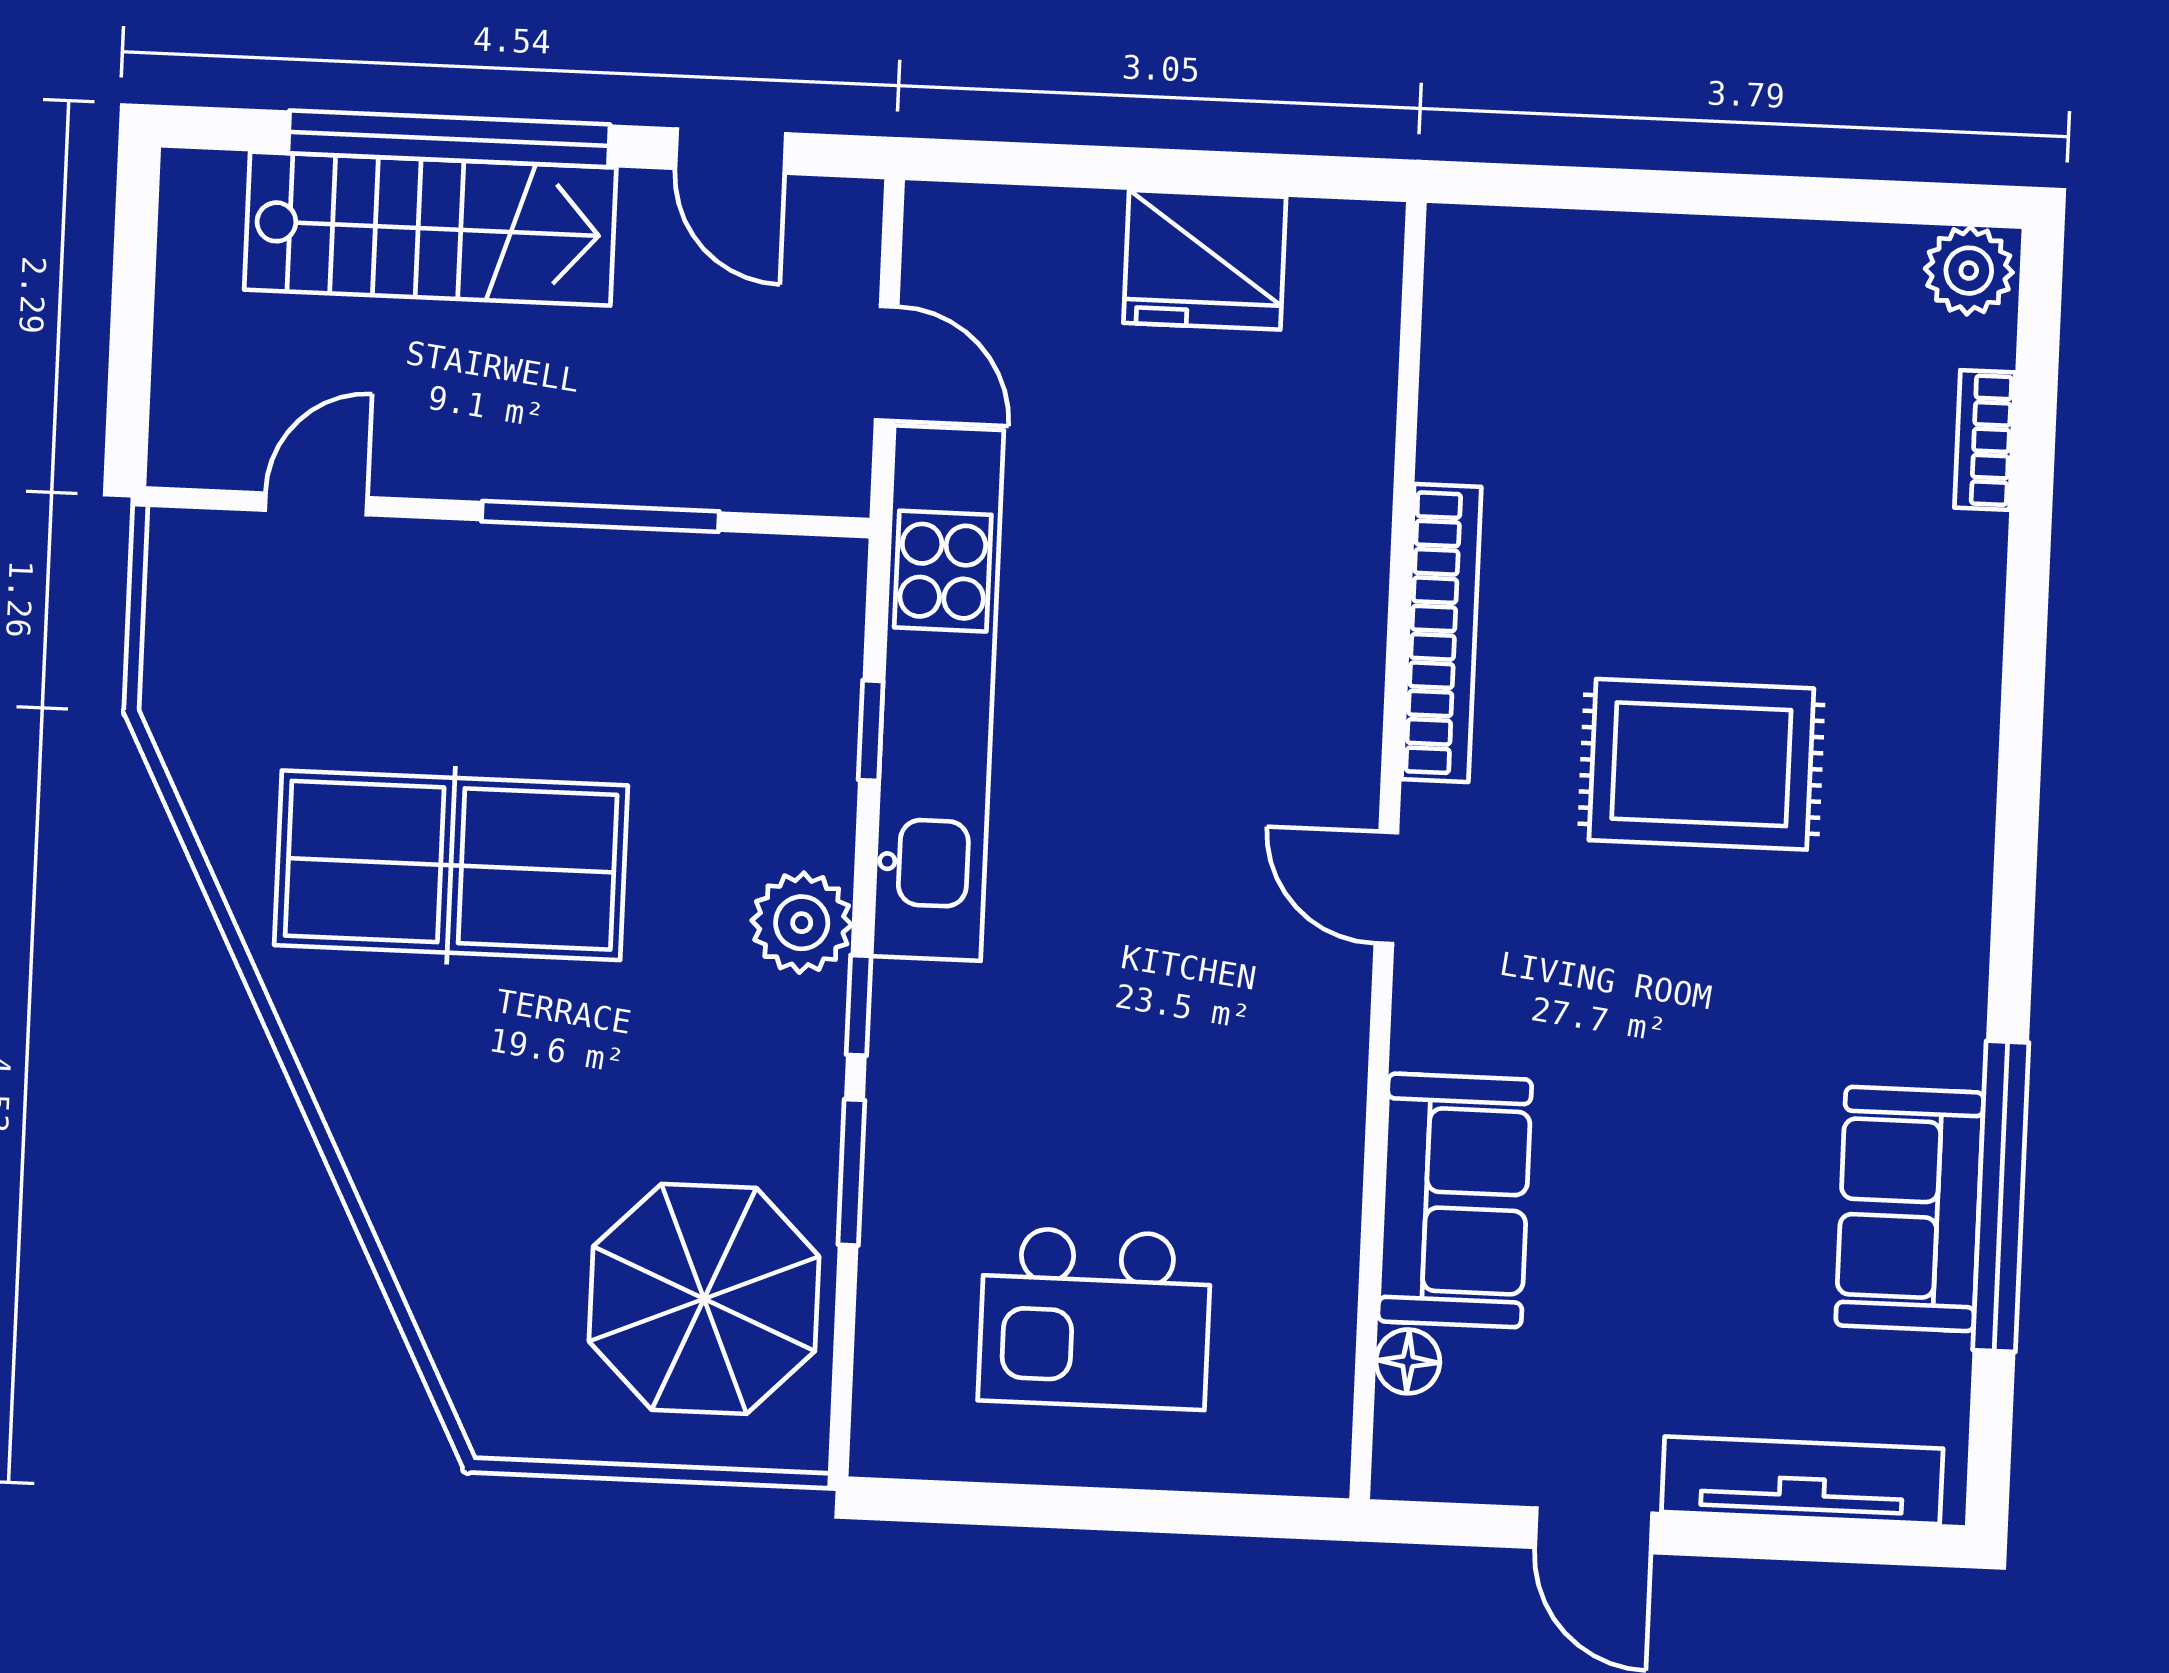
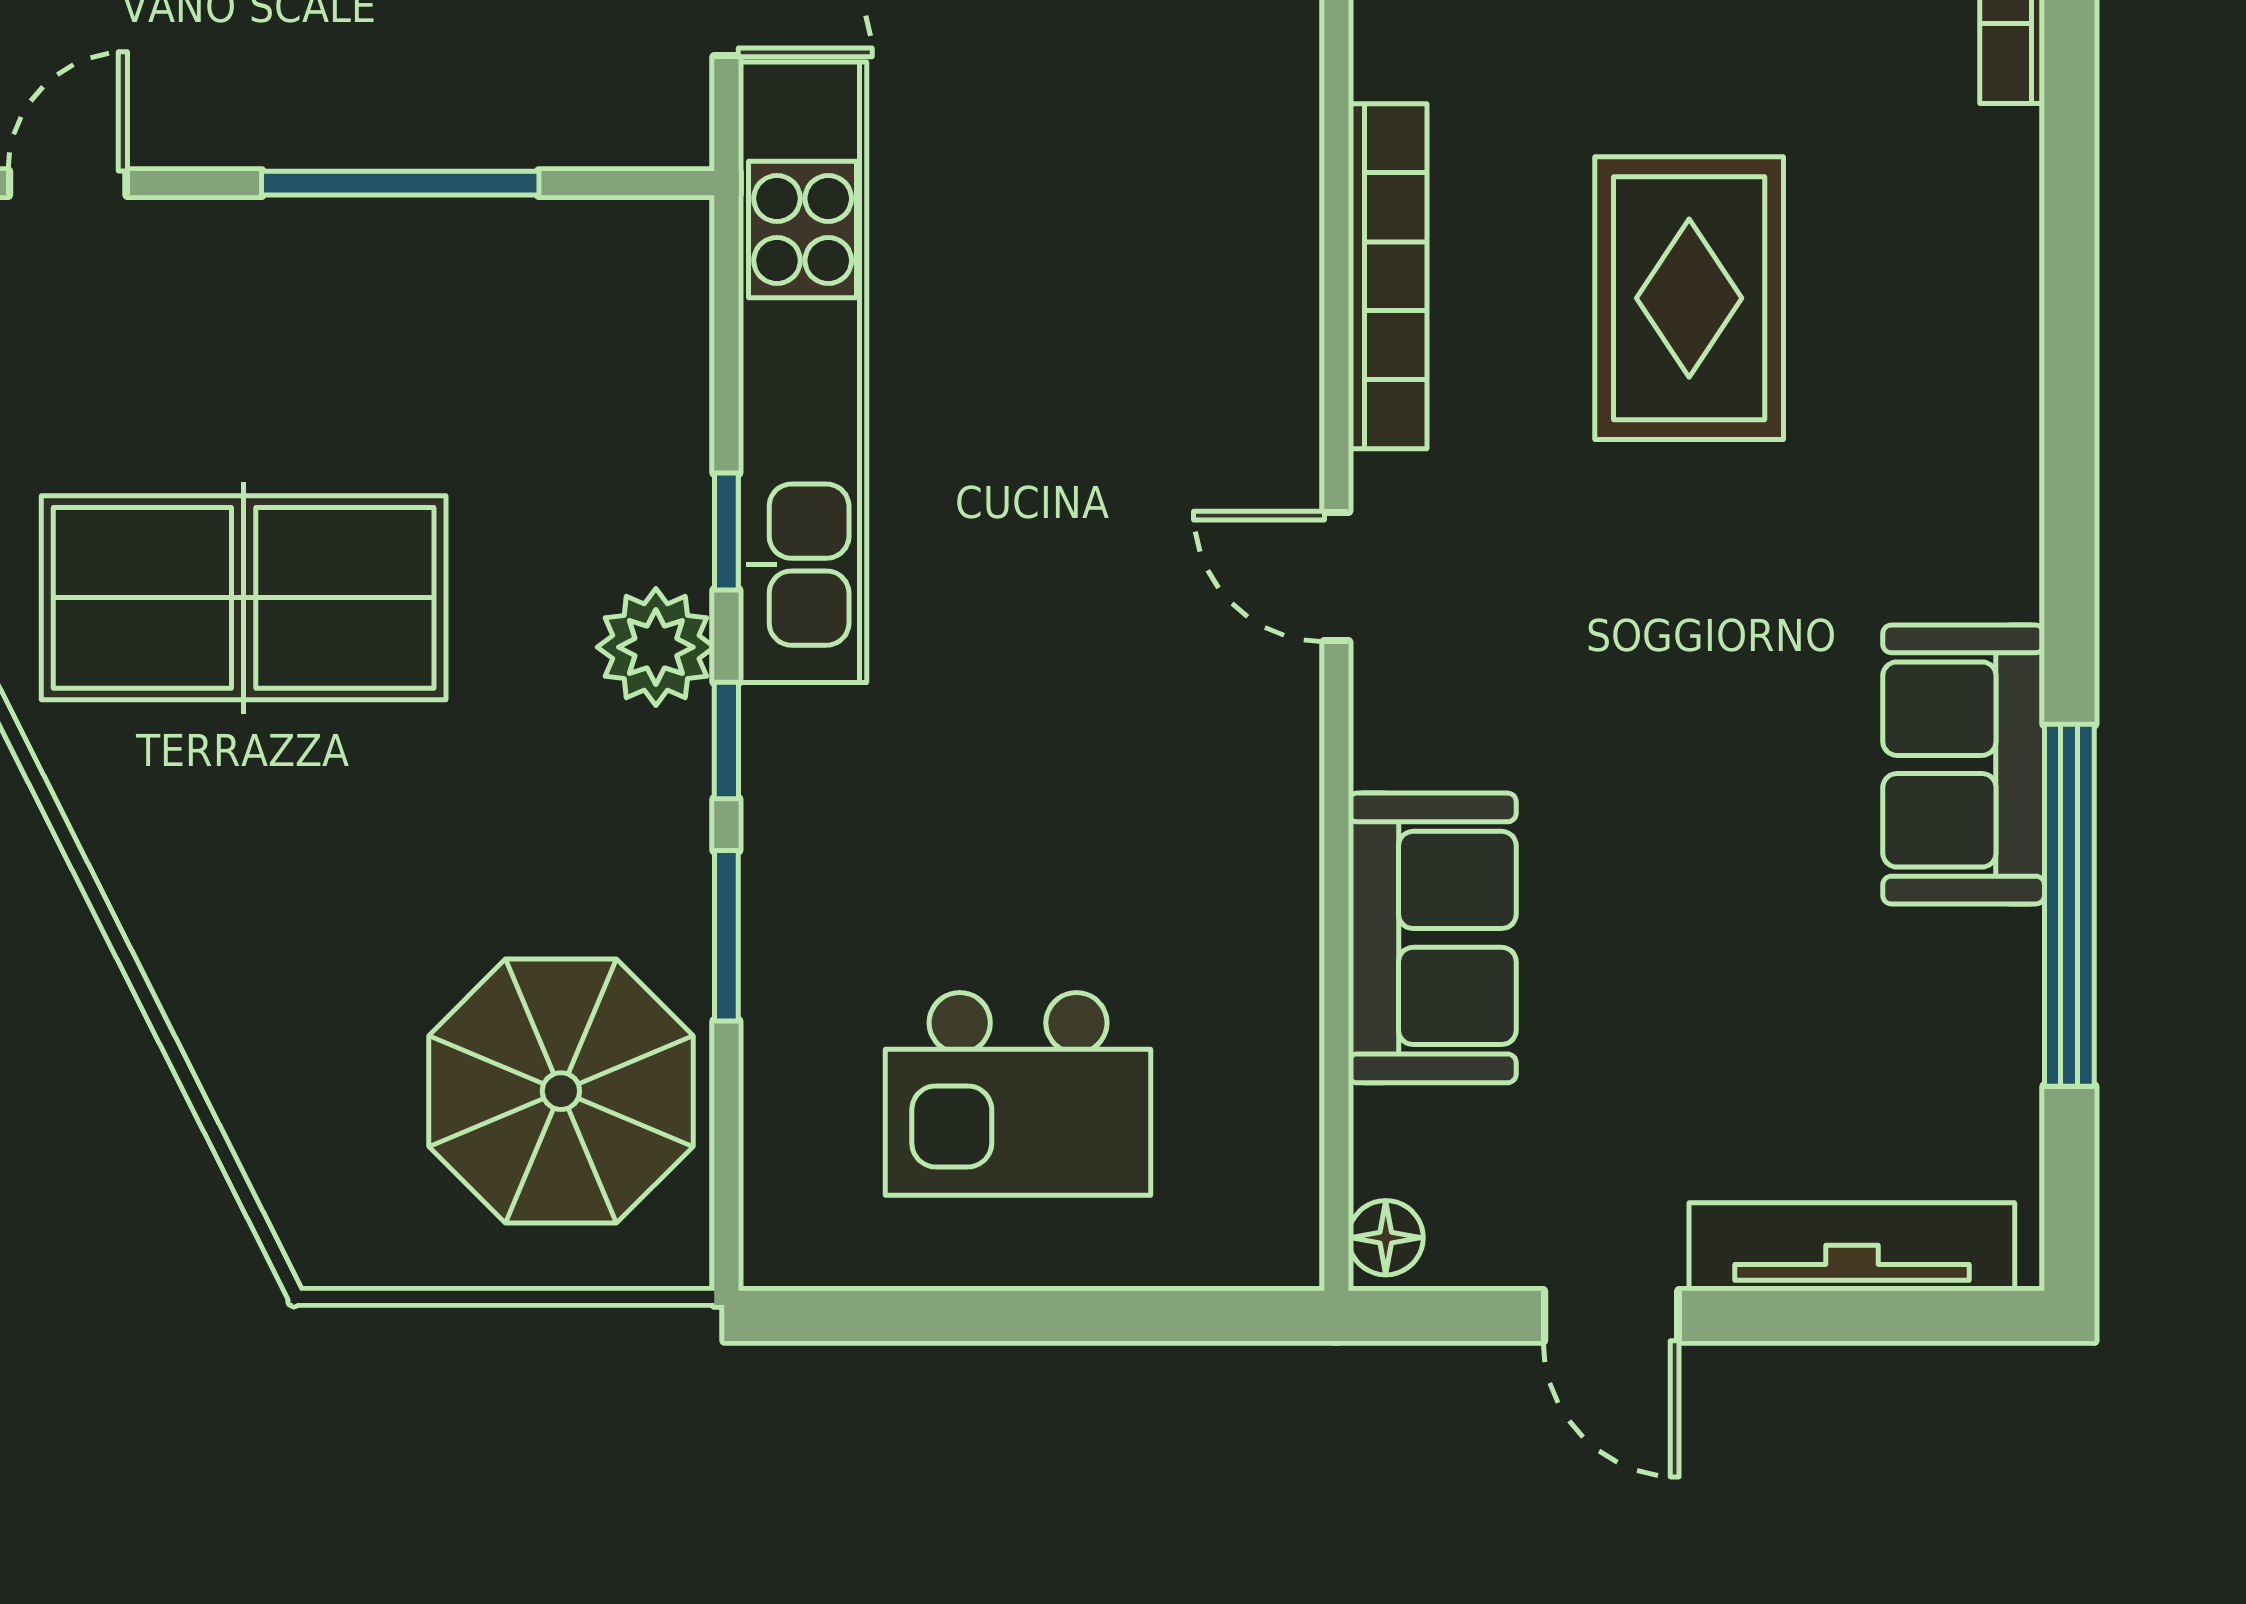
window: (871, 731) -> (726, 531), moved
rug: (1701, 764) -> (1689, 298), moved, turned 90
sofa: (1910, 1209) -> (1964, 764), moved
floor lamp: (1408, 1361) -> (1386, 1238), moved

